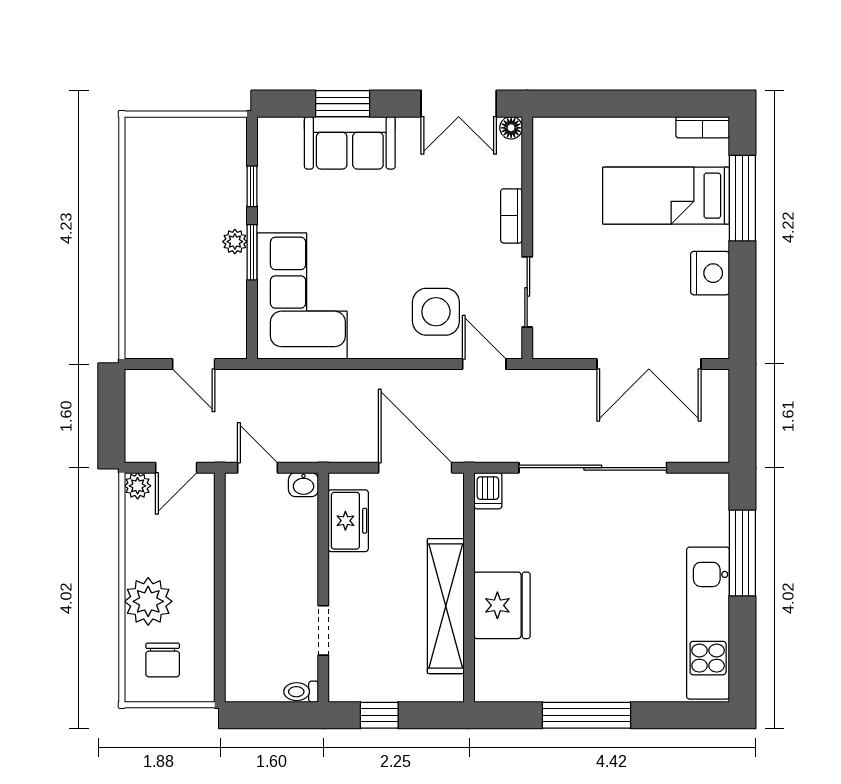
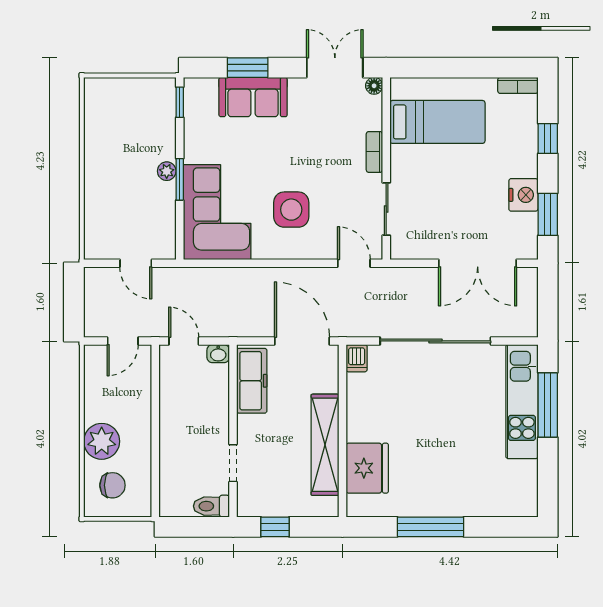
double door: (459, 104) -> (335, 68), swing flipped
window: (252, 186) -> (180, 102), moved
bed: (666, 196) -> (437, 122), moved, turned 180
window: (742, 198) -> (548, 139), width x0.46
window: (742, 299) -> (548, 214), added
side table: (436, 312) -> (291, 210), moved
plant: (138, 486) -> (94, 355), removed
freezer: (348, 521) -> (252, 381), width x1.40
fridge: (502, 605) -> (367, 468), moved
kitchen unit: (708, 623) -> (522, 402), moved
chair: (163, 660) -> (112, 485), turned -90
toilet: (301, 692) -> (211, 506), width x1.37, depth x1.39

